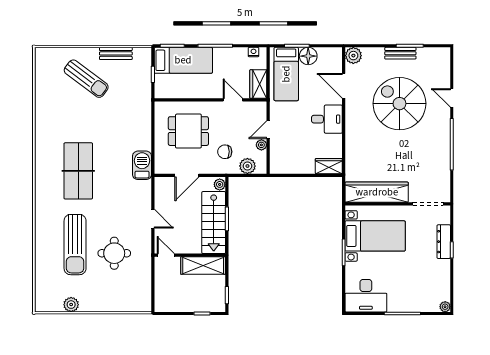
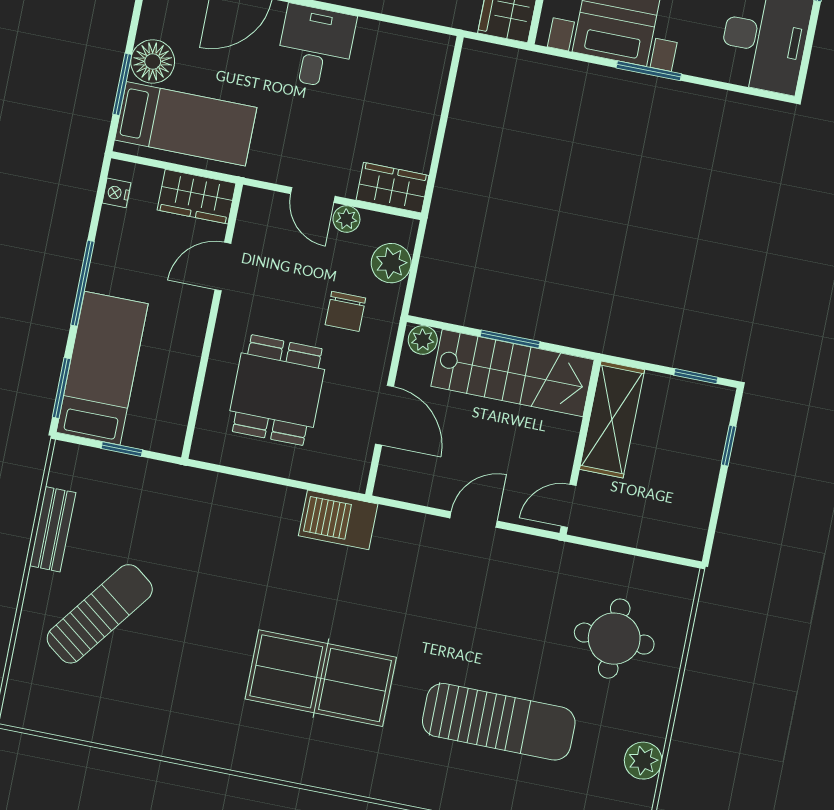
wardrobe: (329, 166) -> (393, 188), moved, turned 90
round table: (114, 253) -> (614, 639), moved

